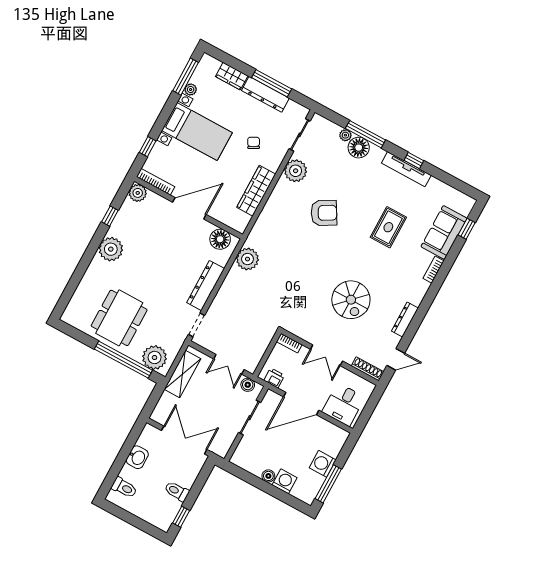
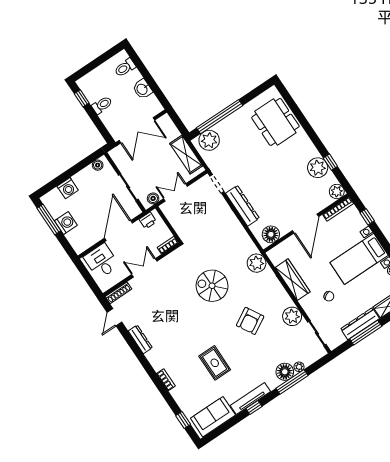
sofa: (444, 233) -> (213, 417), moved, turned -90
plant: (111, 249) -> (318, 168), moved
plant: (248, 259) -> (257, 263), moved
spiral stairs: (351, 300) -> (212, 286), moved
dining table: (119, 318) -> (275, 122), moved
boiler: (268, 476) -> (98, 165), moved

